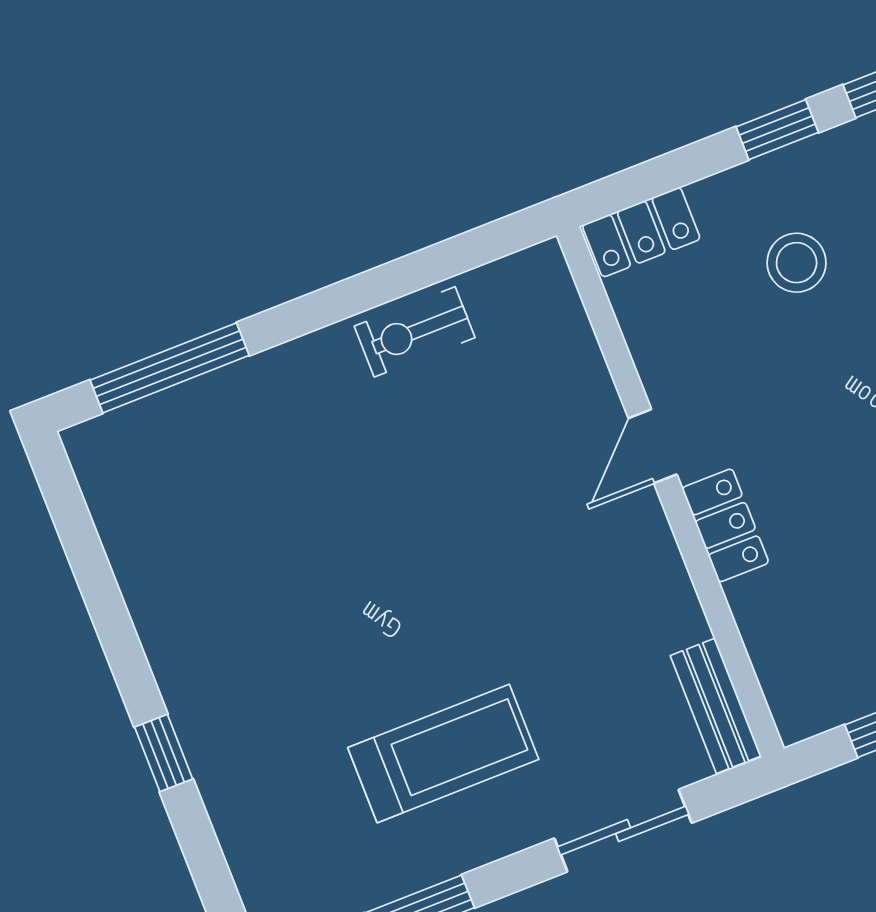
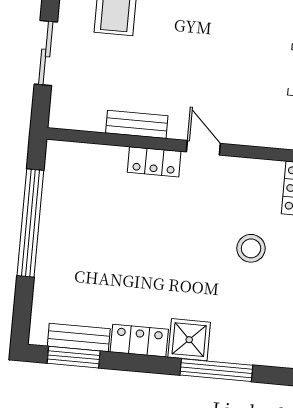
bench: (716, 706) -> (137, 124), moved

